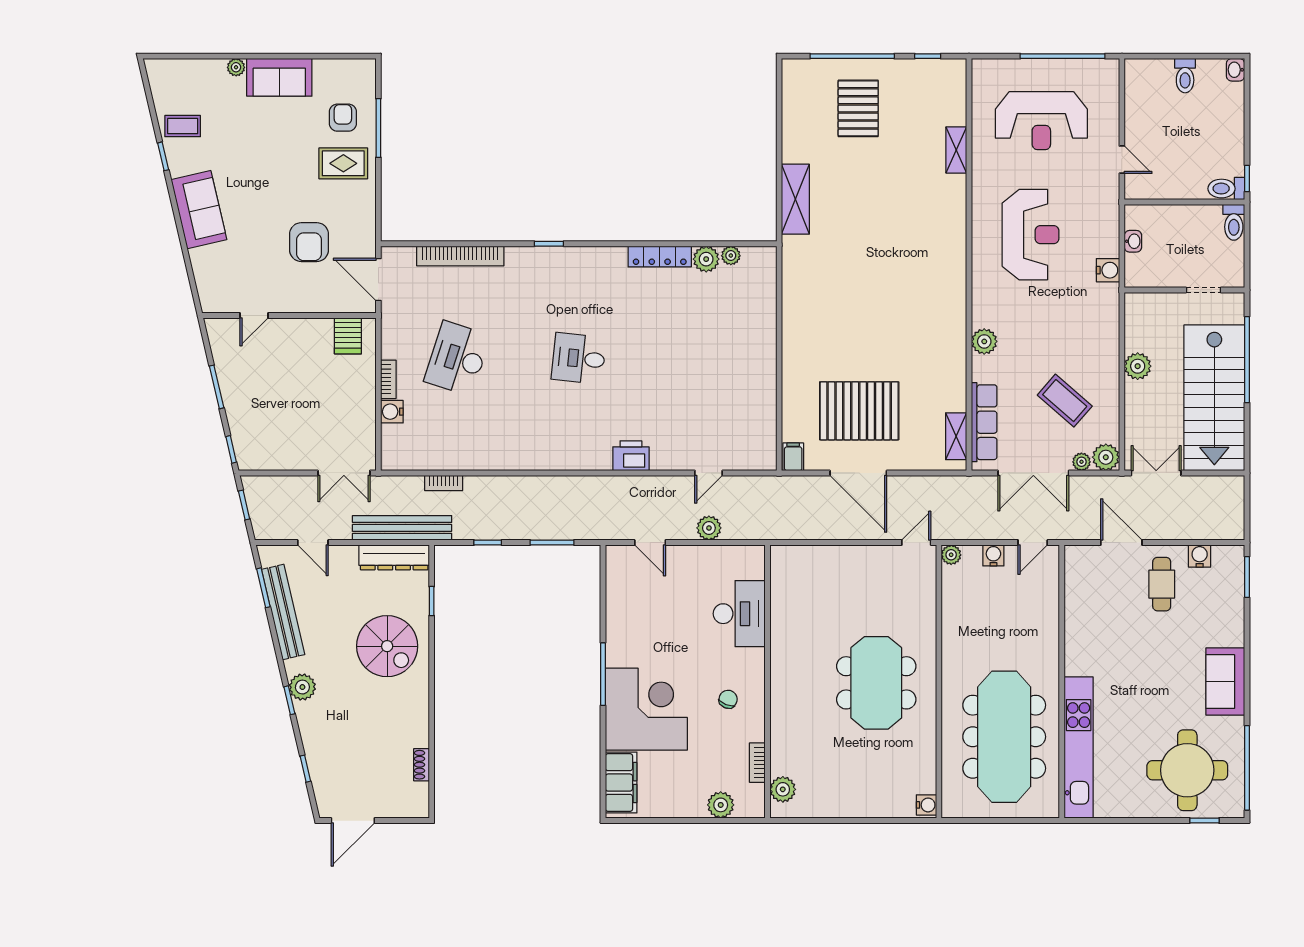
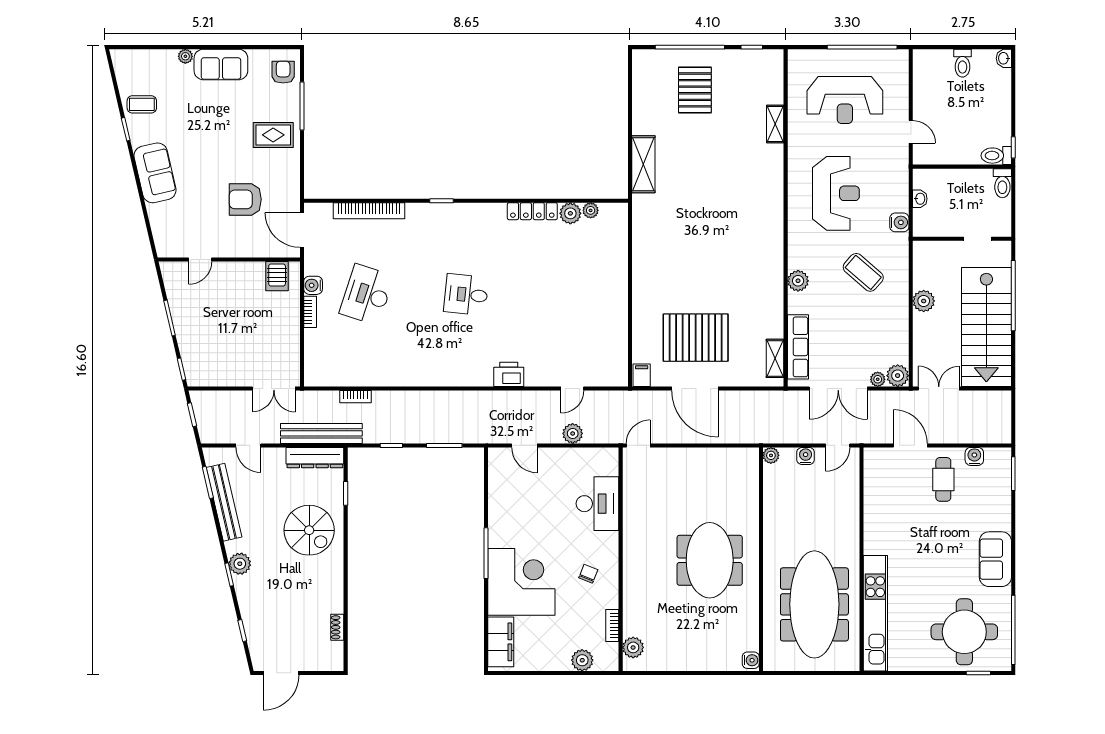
armchair: (343, 118) -> (283, 72), moved
armchair: (309, 242) -> (245, 199), turned 90
coffee table: (1065, 401) -> (863, 272), moved
water cooler: (392, 412) -> (313, 285), moved
door: (916, 543) -> (638, 445), moved

